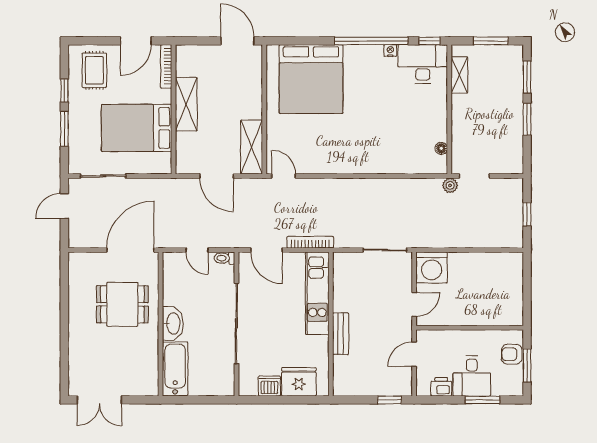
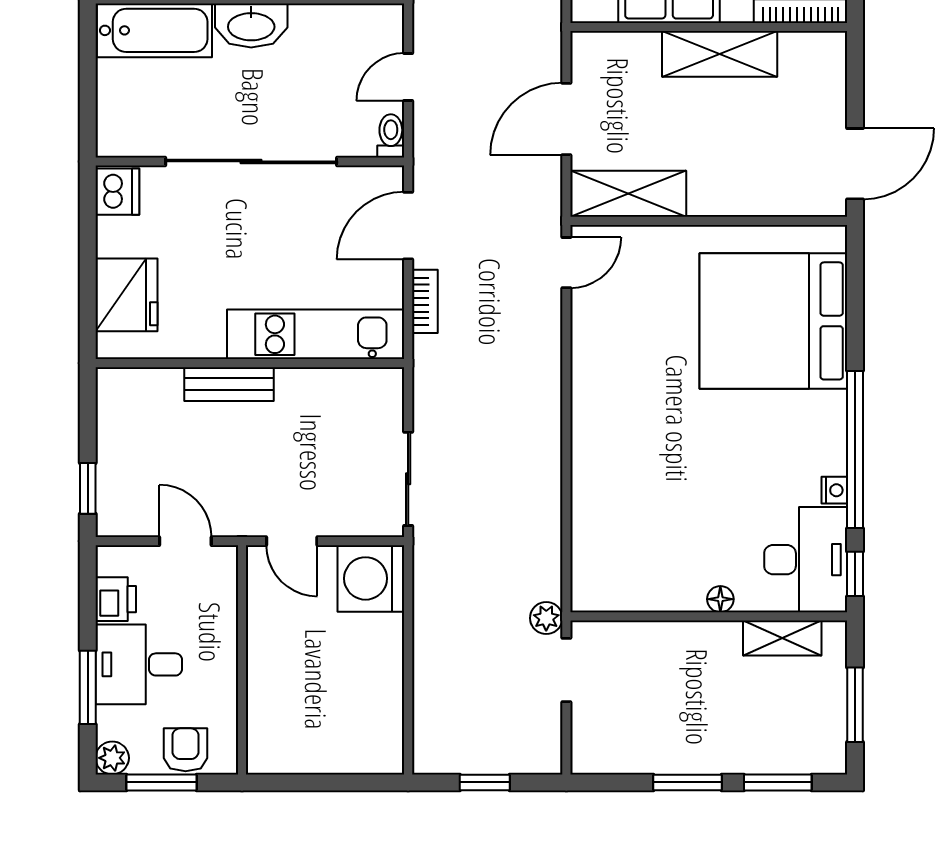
floor lamp: (441, 148) -> (720, 599), moved
bookcase: (310, 242) -> (425, 301), width x0.64
dishwasher: (269, 386) -> (117, 192), moved
plant: (516, 388) -> (112, 758), added

